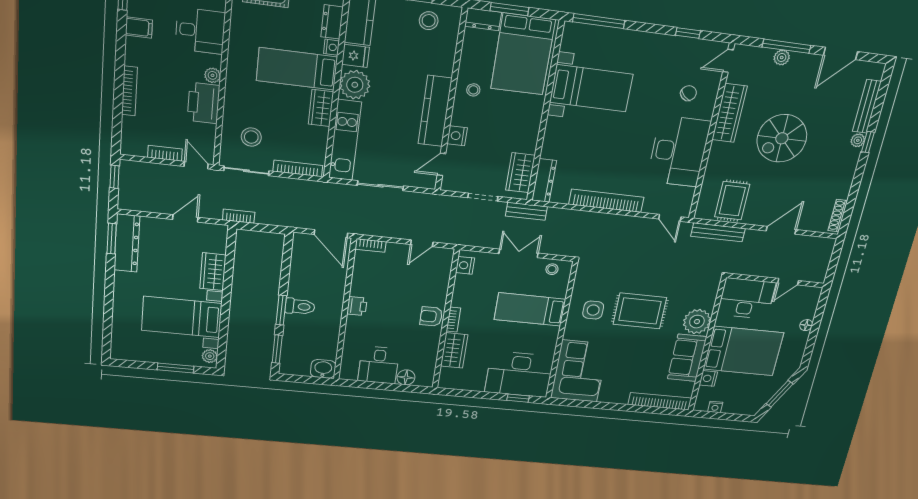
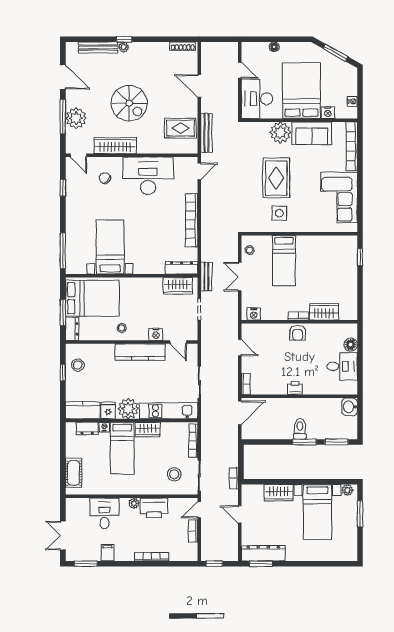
plant: (782, 57) -> (76, 118), width x1.87, depth x1.87
corner sofa: (579, 371) -> (339, 197), moved, turned -90
desk: (519, 374) -> (339, 260), removed

